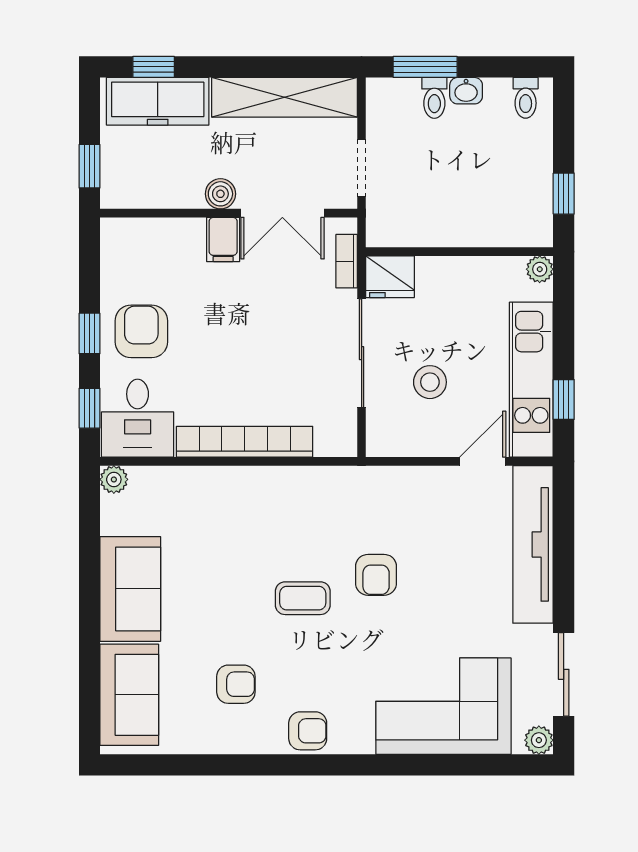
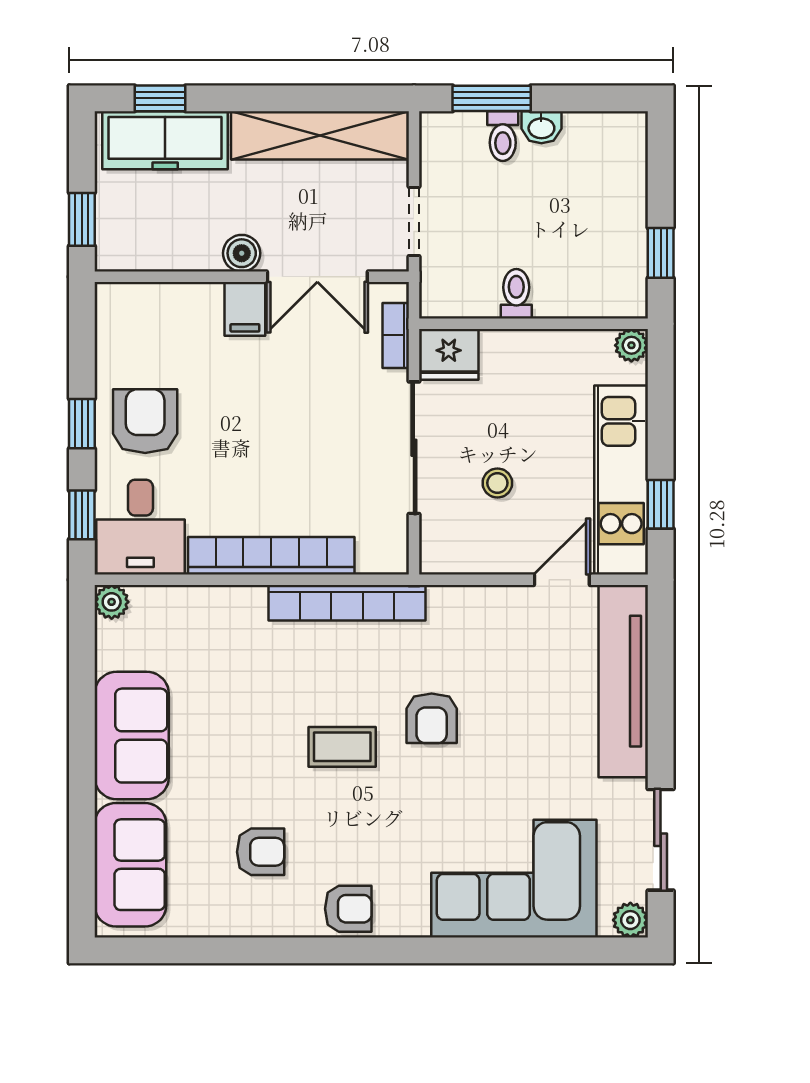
toilet: (526, 98) -> (516, 294), moved, turned 180
stool: (430, 382) -> (497, 483), width x0.73, depth x0.73
bookcase: (307, 480) -> (347, 603), added

